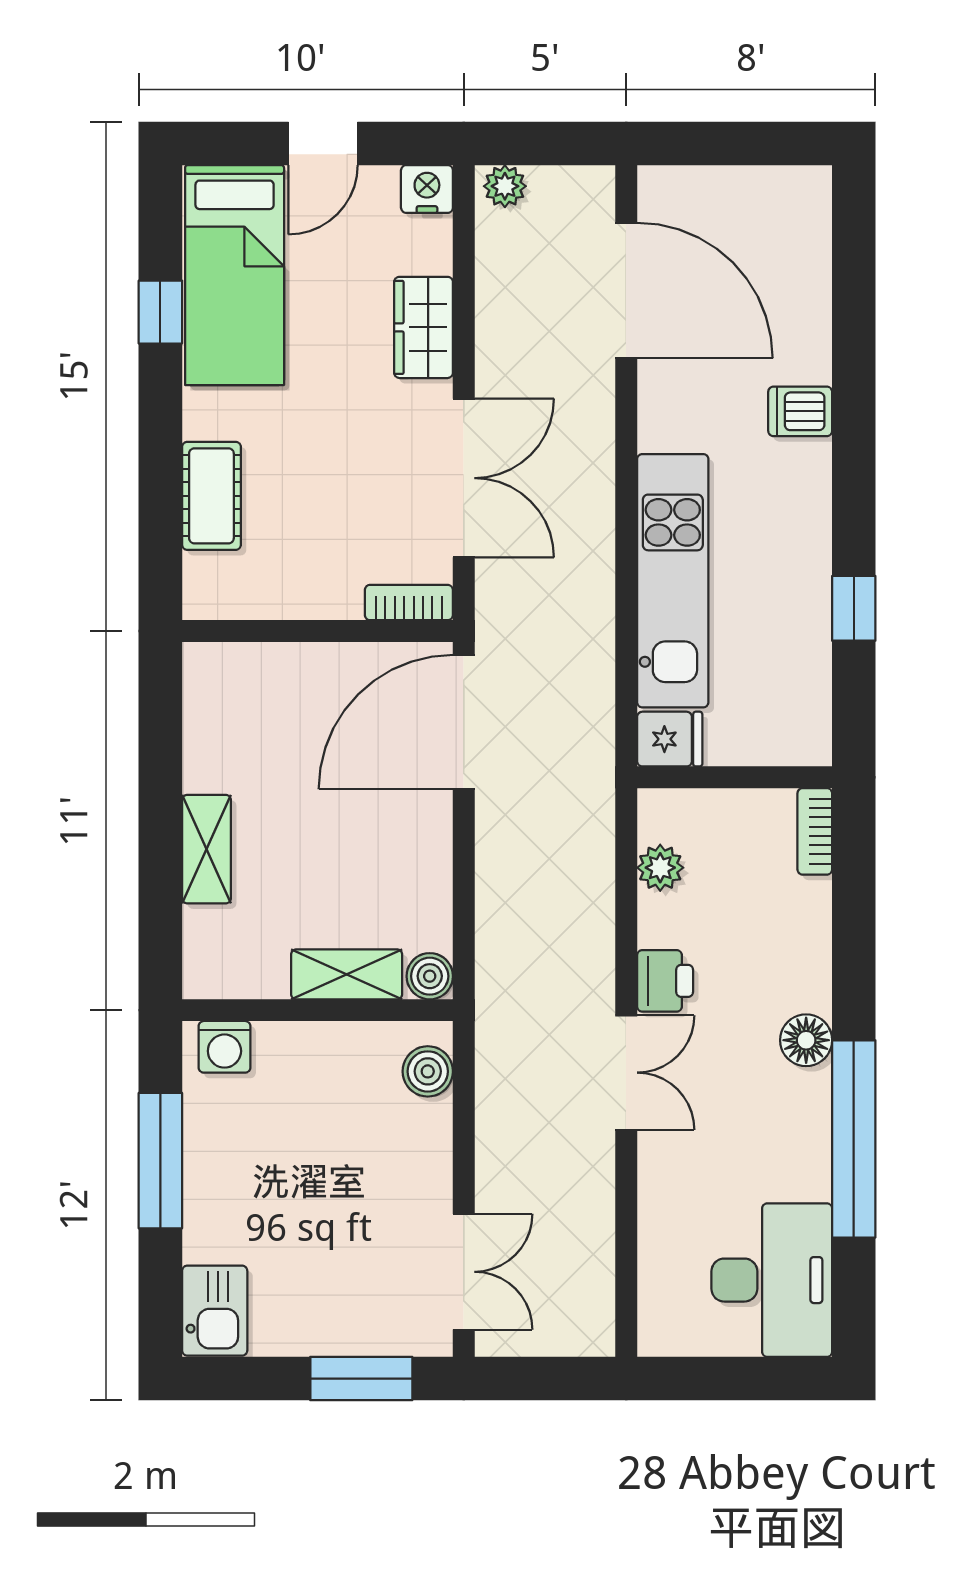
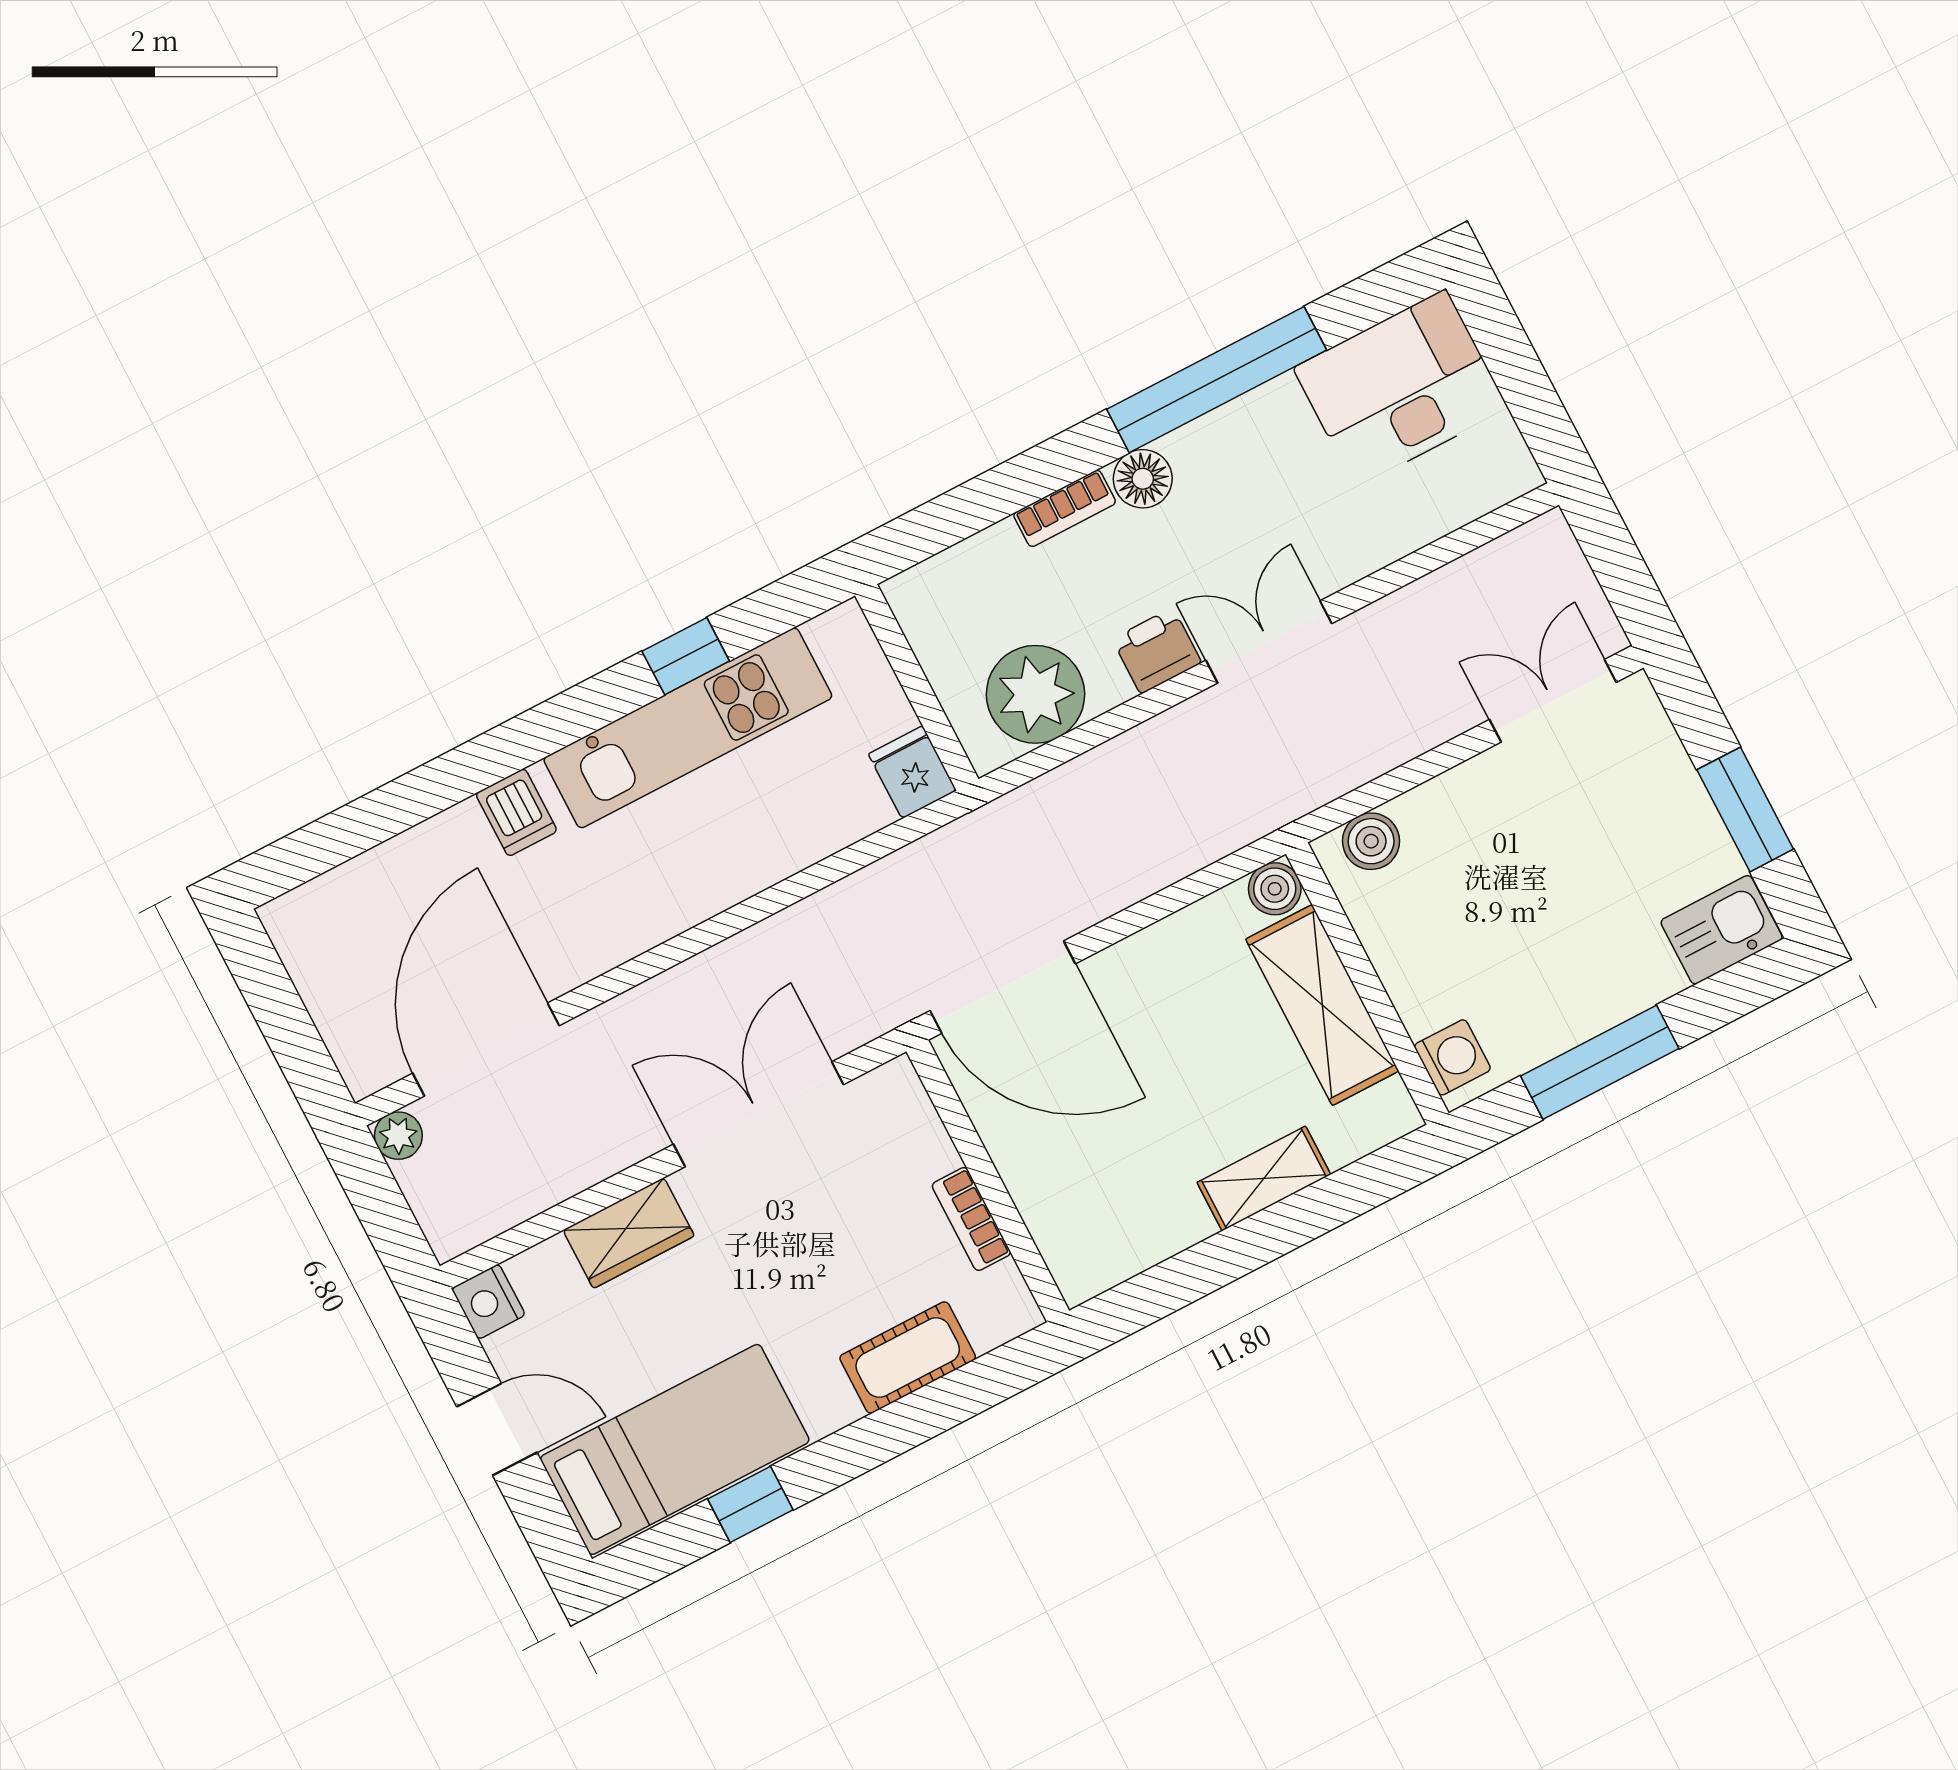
plant: (505, 186) -> (398, 1136), moved
kitchen unit: (673, 581) -> (688, 728), moved, turned 180
bookcase: (409, 603) -> (971, 1219), moved
bookcase: (815, 831) -> (1065, 508), moved
plant: (660, 868) -> (1036, 694), width x1.88, depth x1.88
shelving: (347, 974) -> (1322, 1005), width x1.50, depth x1.33
window: (361, 1379) -> (1745, 809), moved

